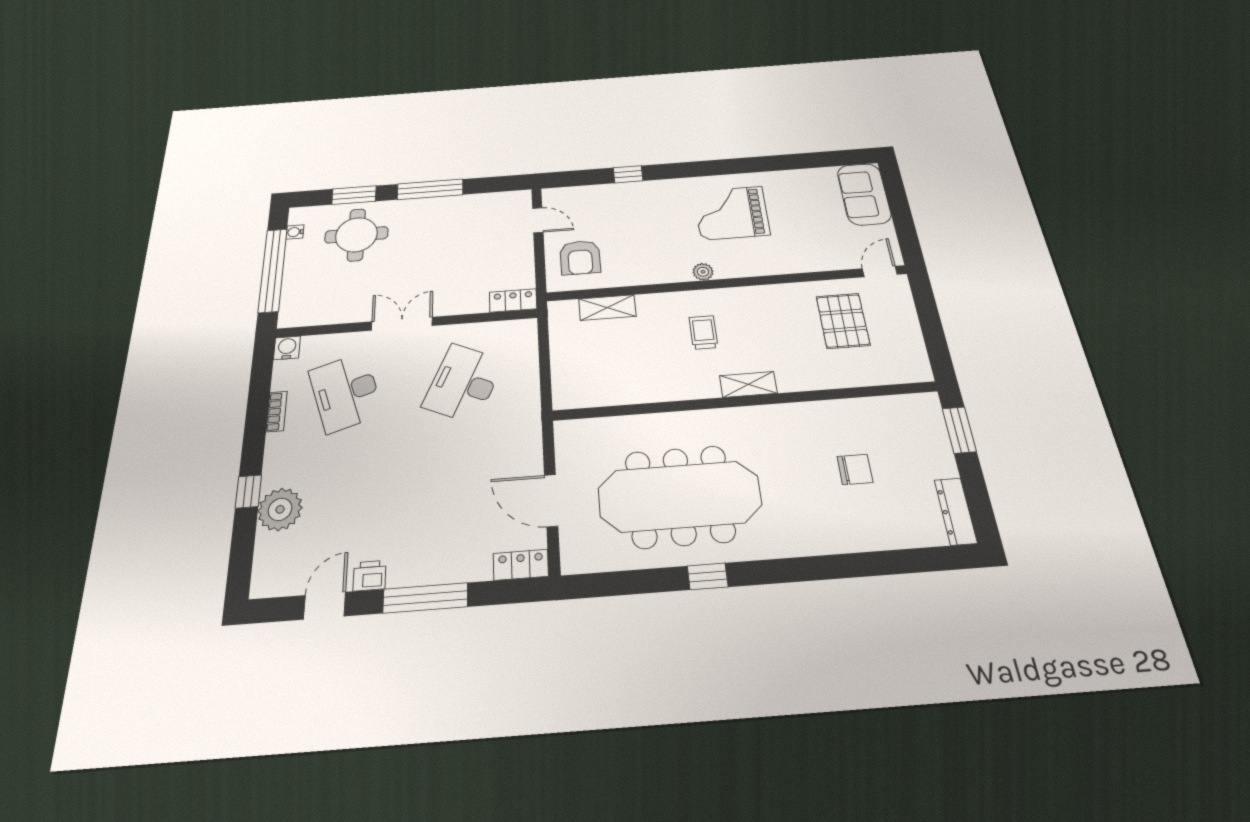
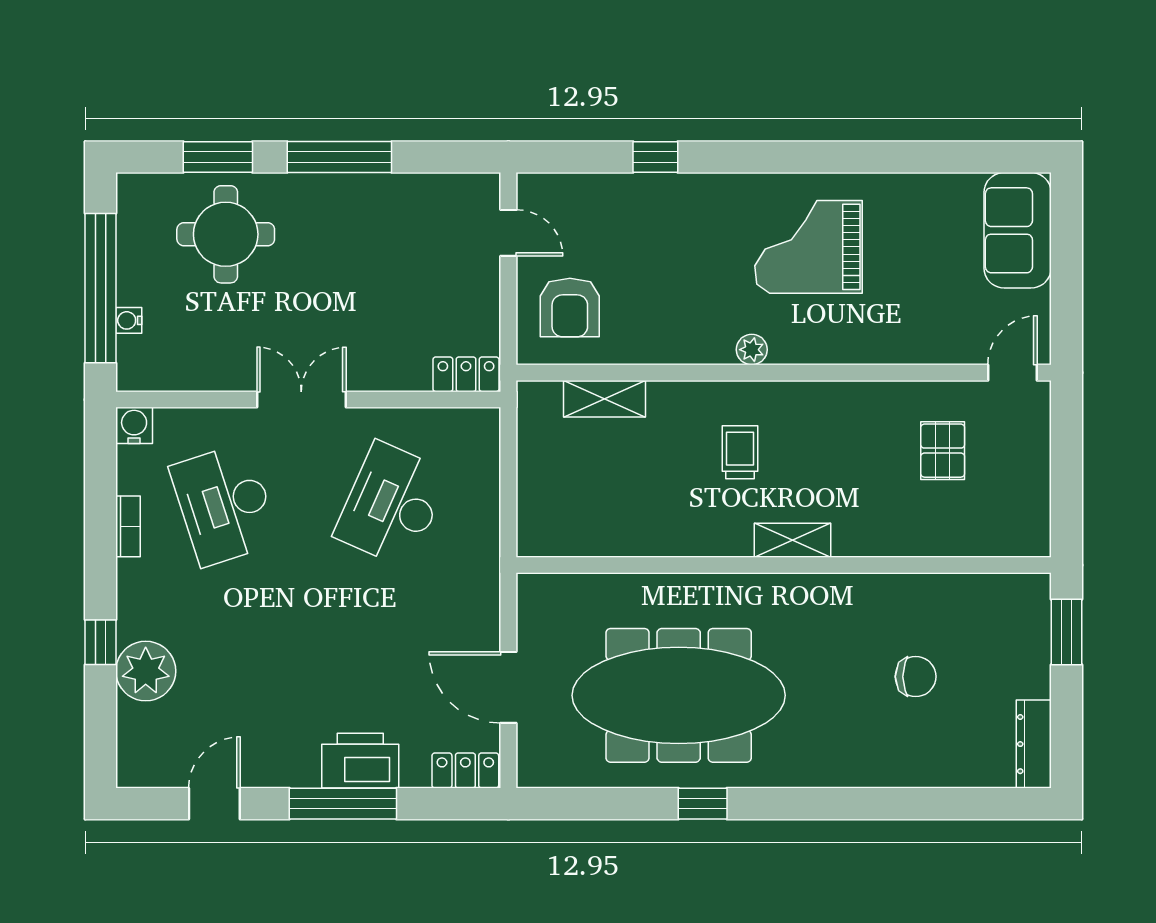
water cooler: (295, 232) -> (129, 320), moved
pallet: (843, 321) -> (943, 451), width x0.67, depth x0.71
printer: (370, 576) -> (360, 761), moved, width x1.87, depth x1.48

